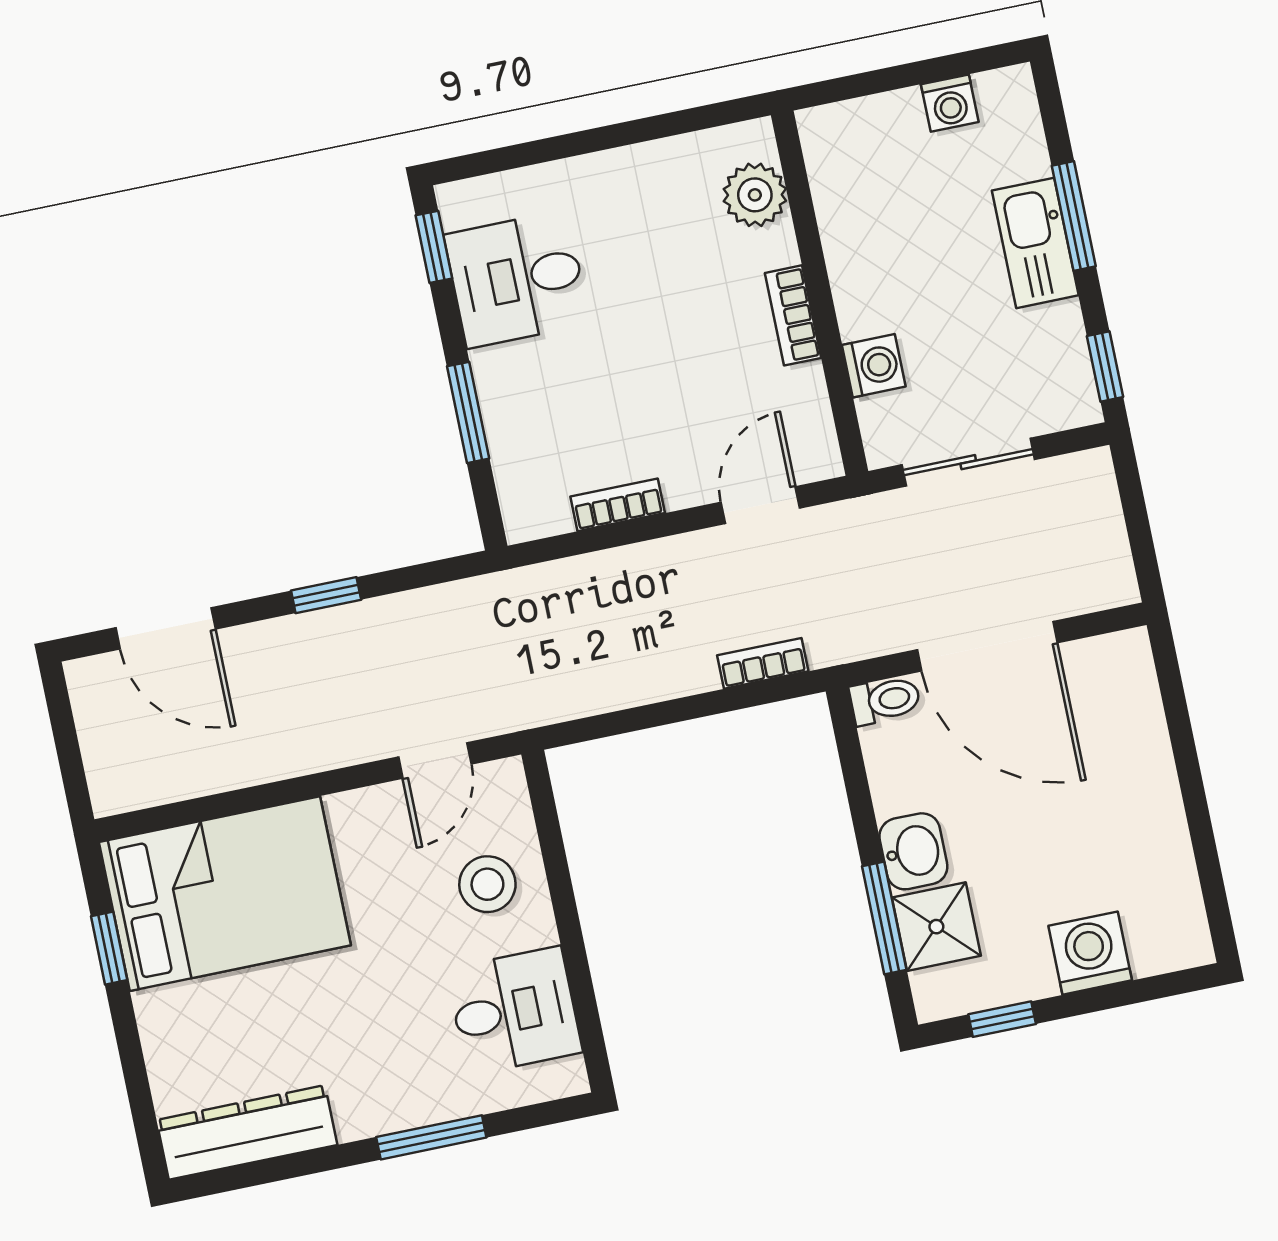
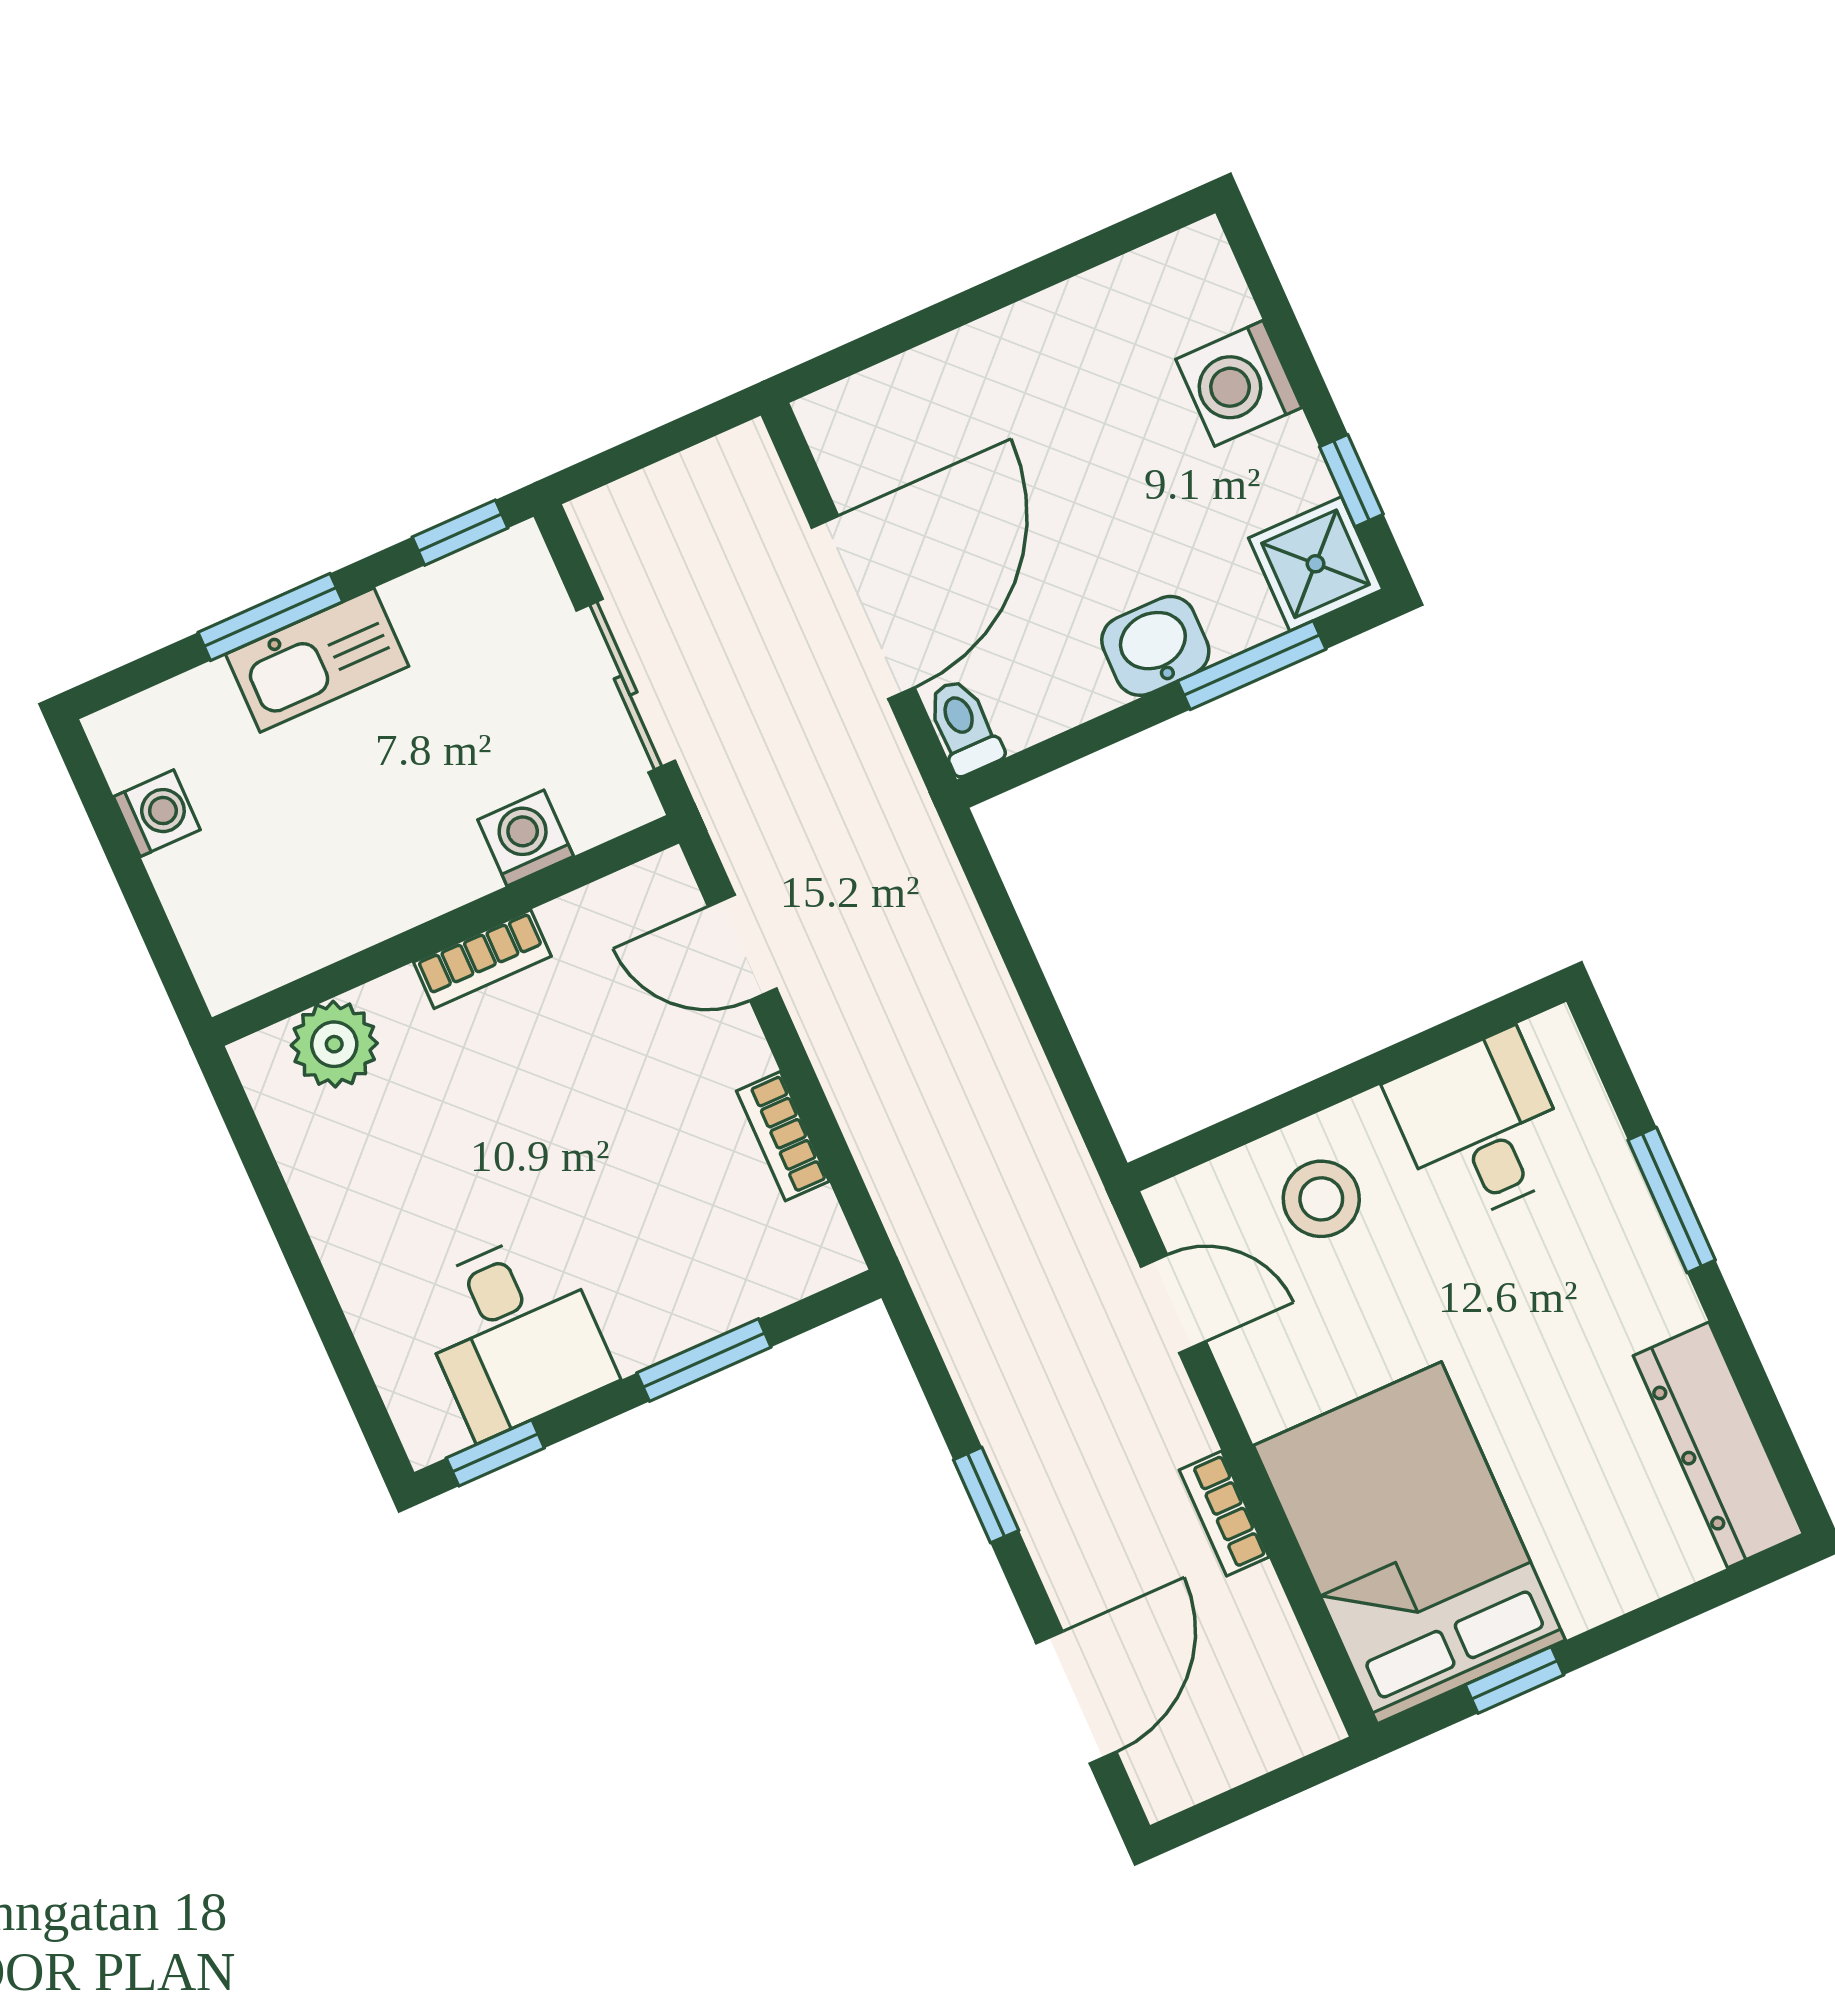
bookcase: (763, 663) -> (1224, 1514), moved
shower: (936, 927) -> (1316, 564), moved

